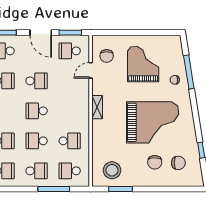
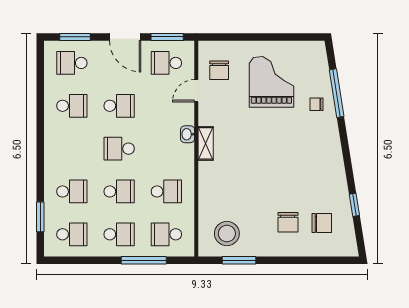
washbasin: (84, 101) -> (188, 134), added
grand piano: (153, 122) -> (285, 165), removed
school desk: (37, 141) -> (119, 191), turned 180

